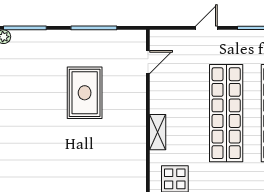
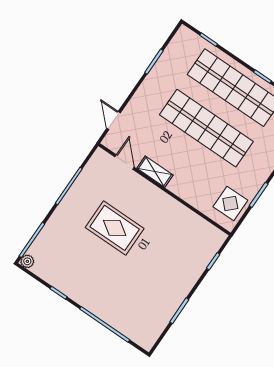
door: (206, 28) -> (114, 121), moved
shelving: (158, 132) -> (155, 172), moved

